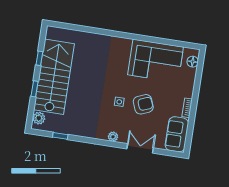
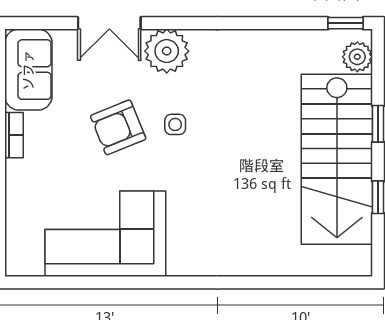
floor lamp: (193, 62) -> (18, 245), removed
window: (60, 136) -> (346, 23), moved
plant: (113, 137) -> (167, 51), width x1.88, depth x1.88

